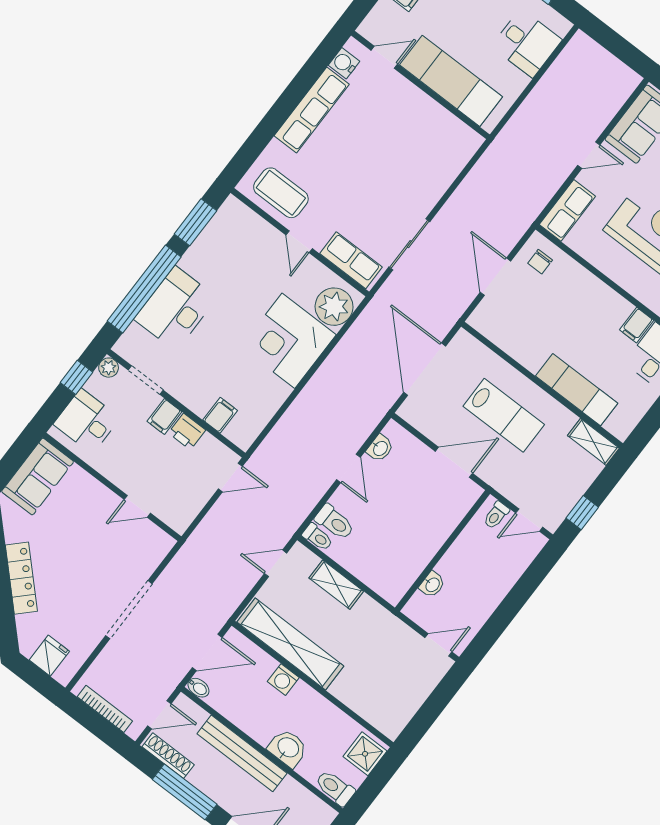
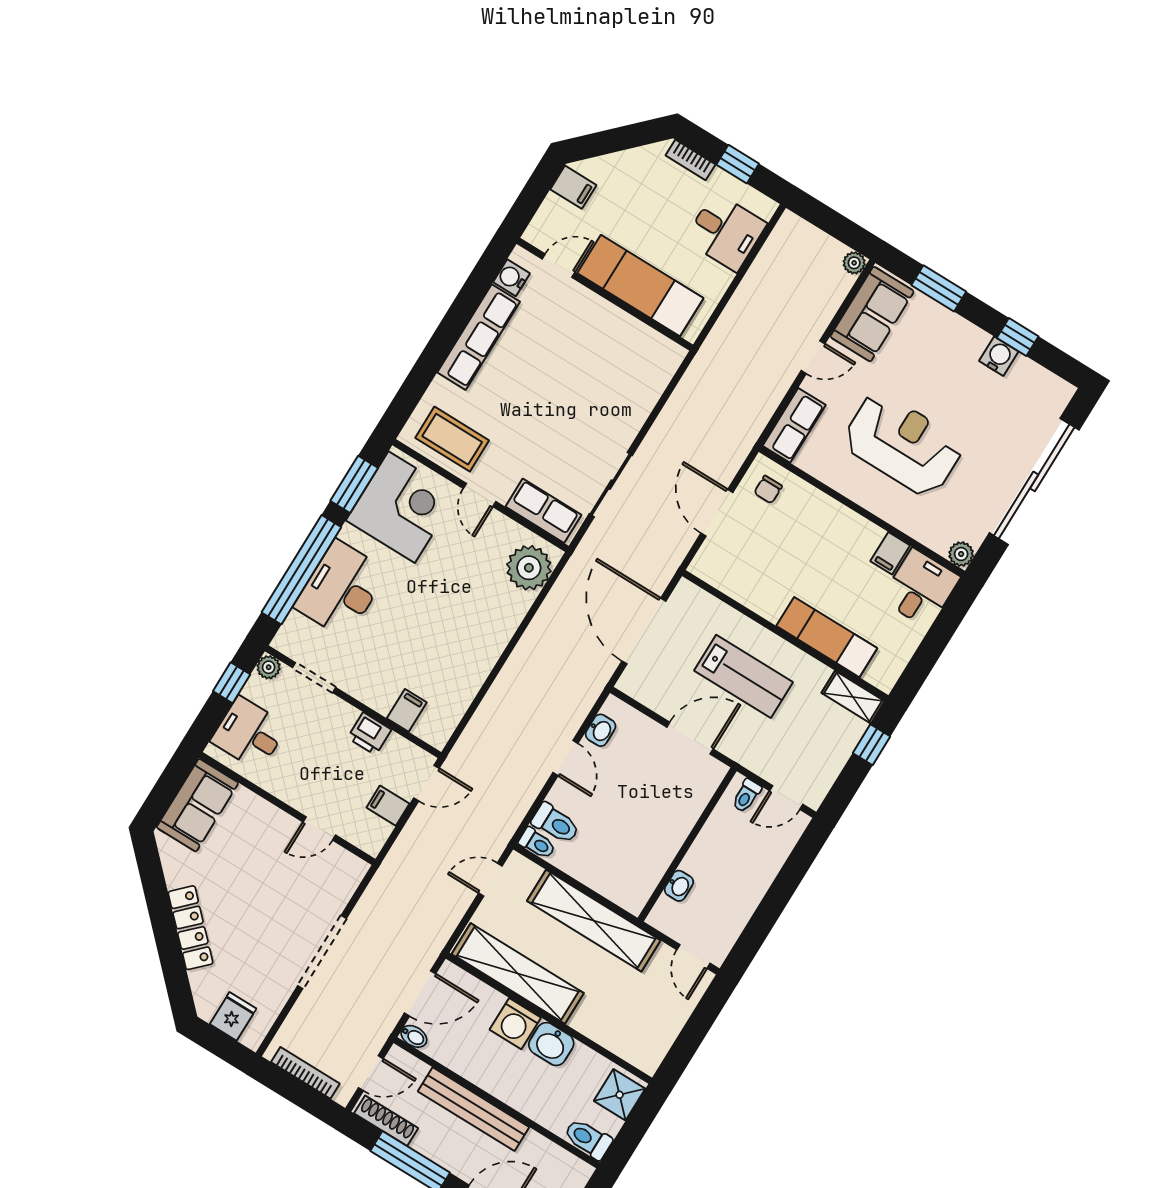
plant: (631, 80) -> (854, 263), added
corner desk: (288, 341) -> (402, 507), moved, turned 180
filing cabinet: (164, 417) -> (388, 806), moved, turned 90
window: (582, 513) -> (872, 745), moved
shelving: (336, 585) -> (594, 921), width x2.20, depth x1.33
door: (438, 645) -> (694, 957), swing flipped
washing machine: (283, 680) -> (515, 1024), width x1.38, depth x1.38
washbasin: (288, 748) -> (551, 1044), moved, turned 180

